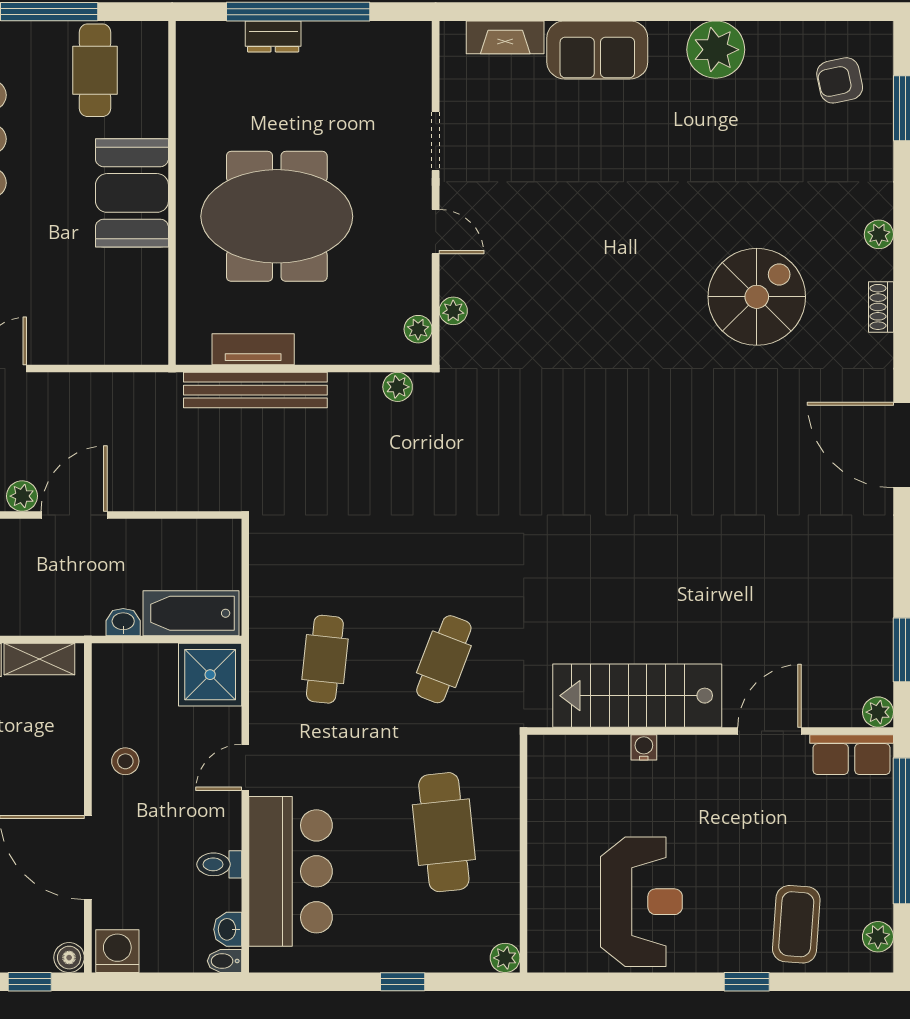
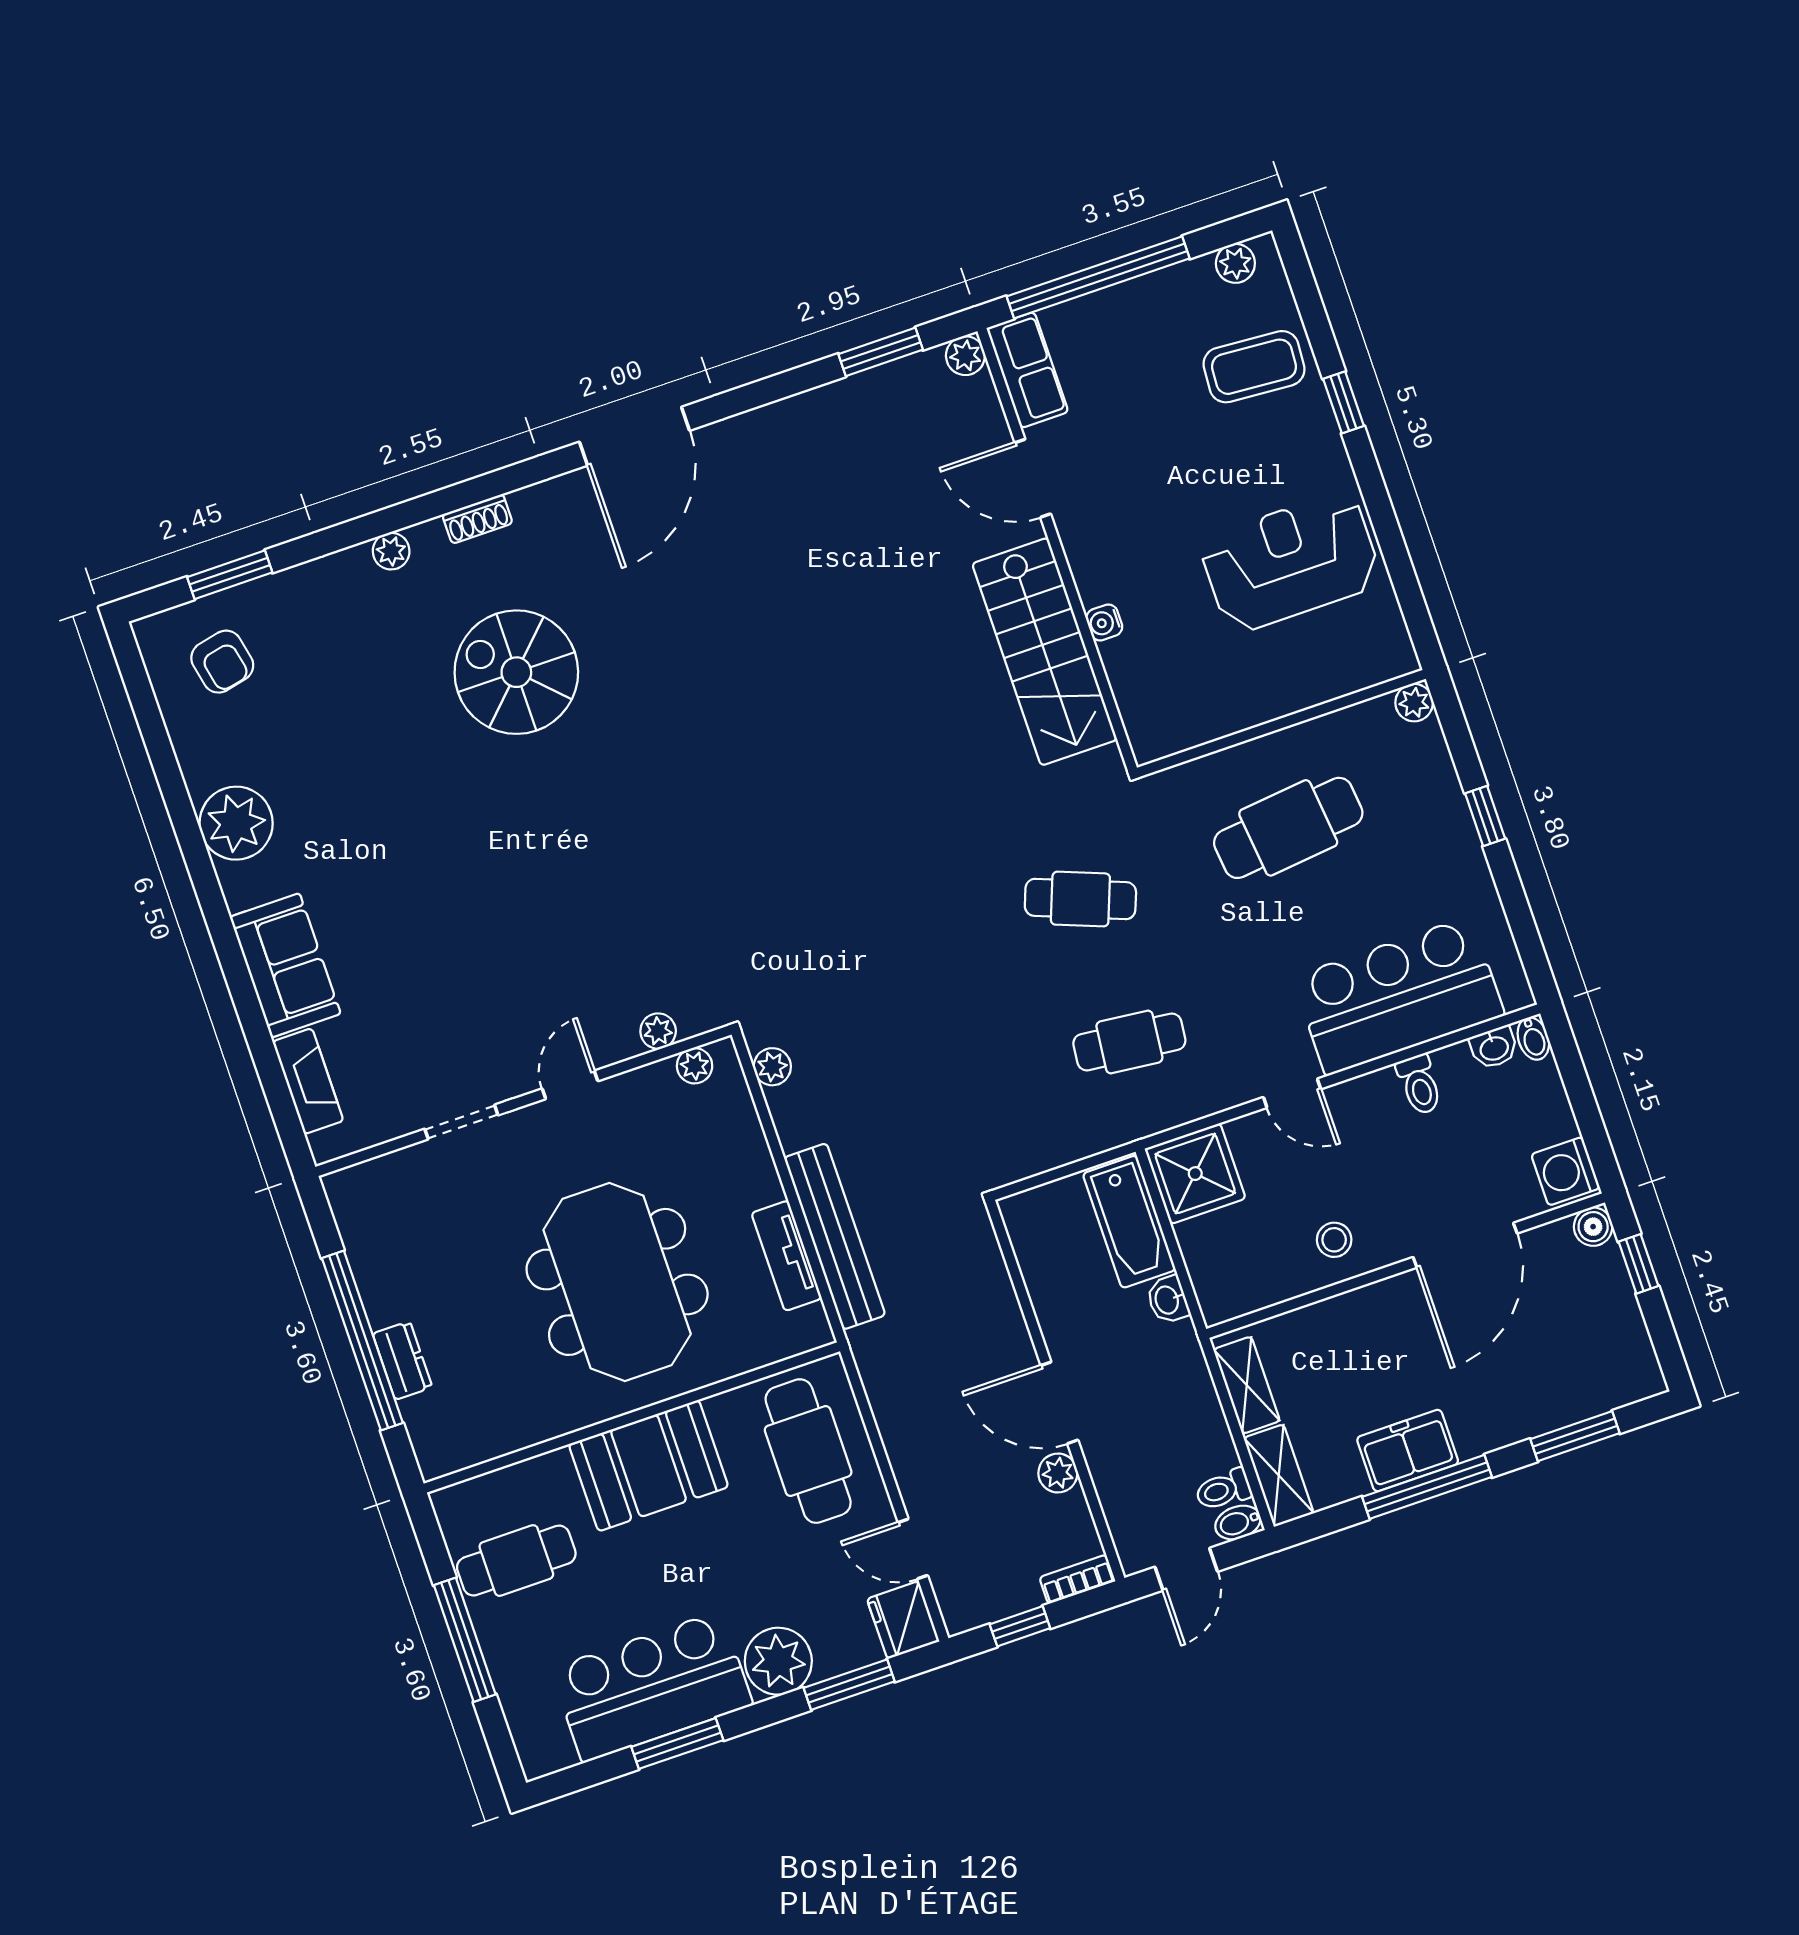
cafe table: (102, 316) -> (808, 1451), added

